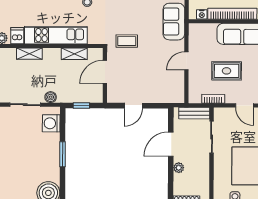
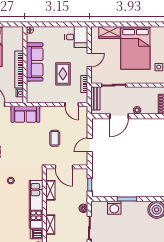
coffee table: (127, 41) -> (55, 138), moved
door: (186, 61) -> (72, 105), moved
door: (133, 106) -> (90, 145), swing flipped
washing machine: (51, 123) -> (114, 208), moved
door: (171, 144) -> (119, 116), hinge flipped

